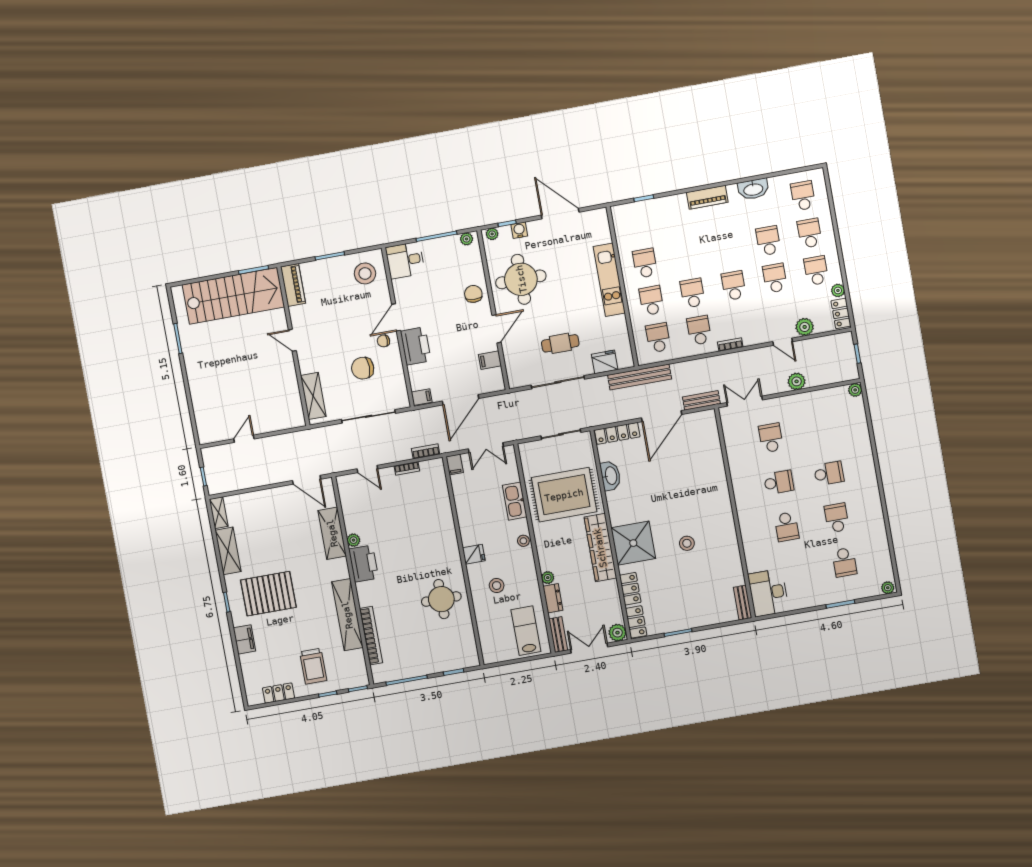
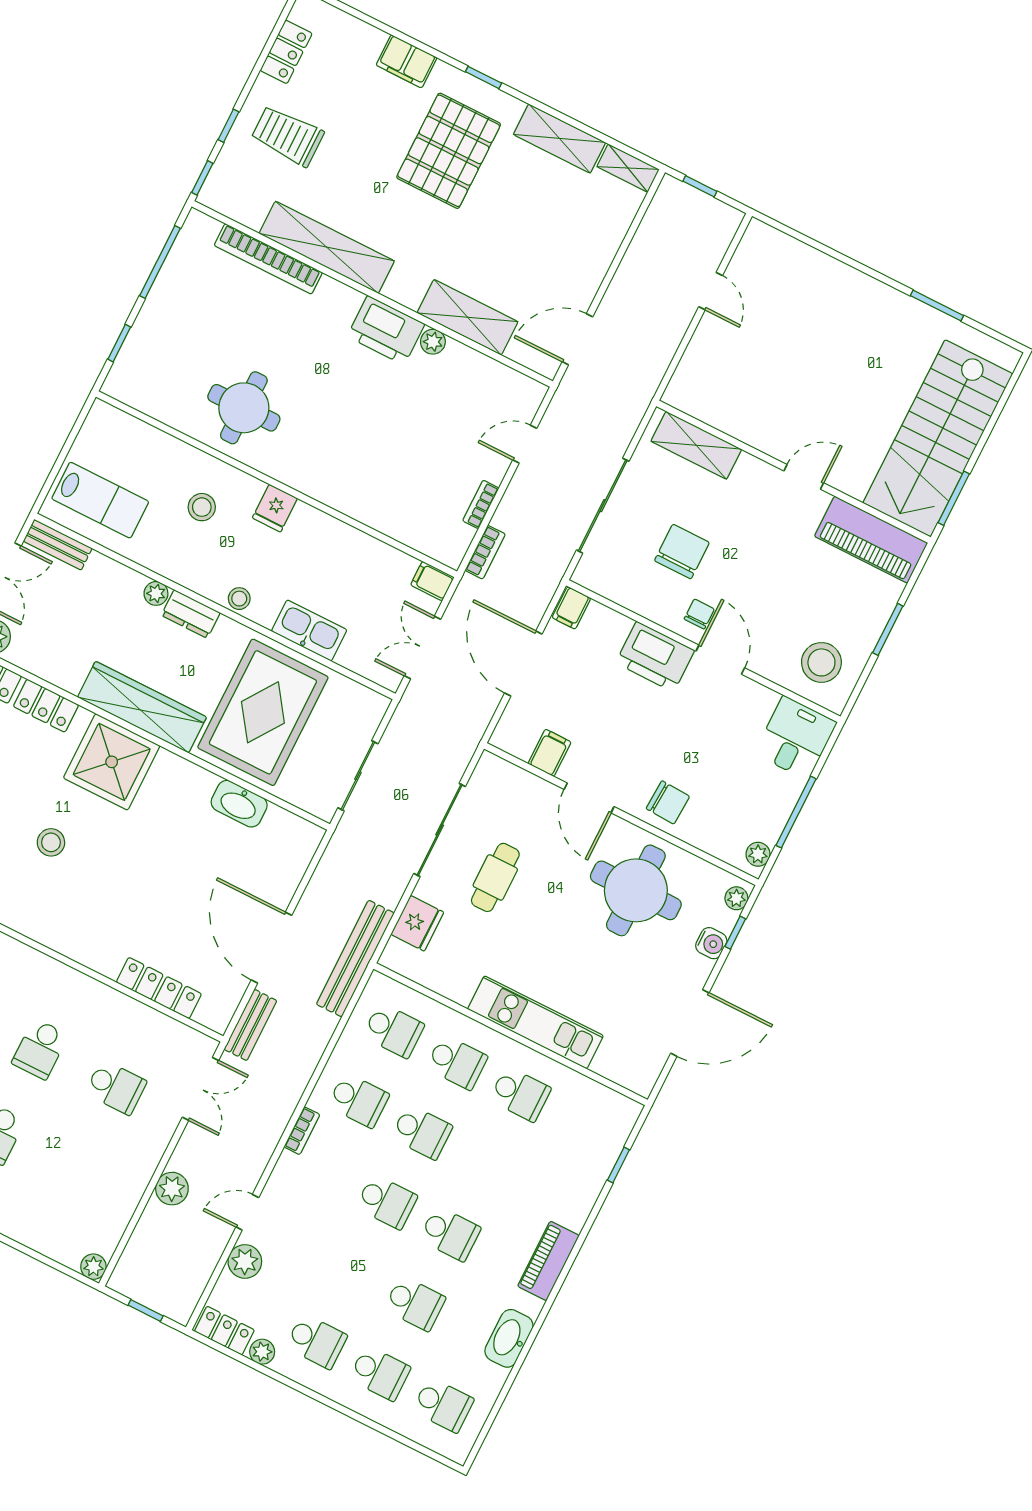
school desk: (775, 278) -> (450, 1234), moved
piano: (293, 285) -> (871, 540), width x1.37, depth x1.33
locker: (617, 433) -> (159, 988), moved, turned 90
dresser: (553, 598) -> (191, 614), moved

